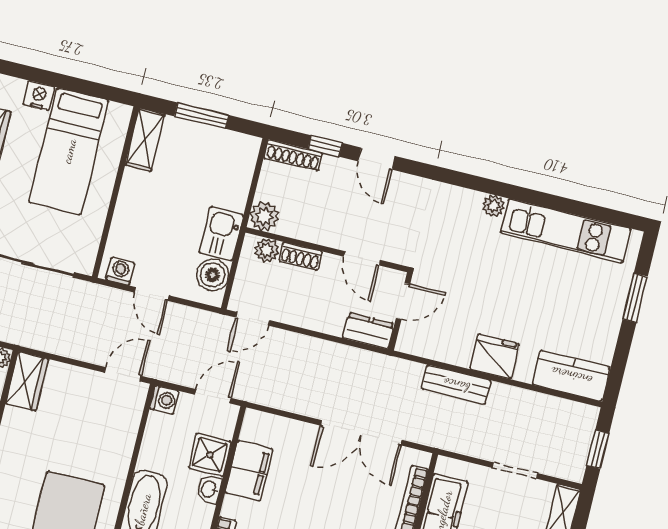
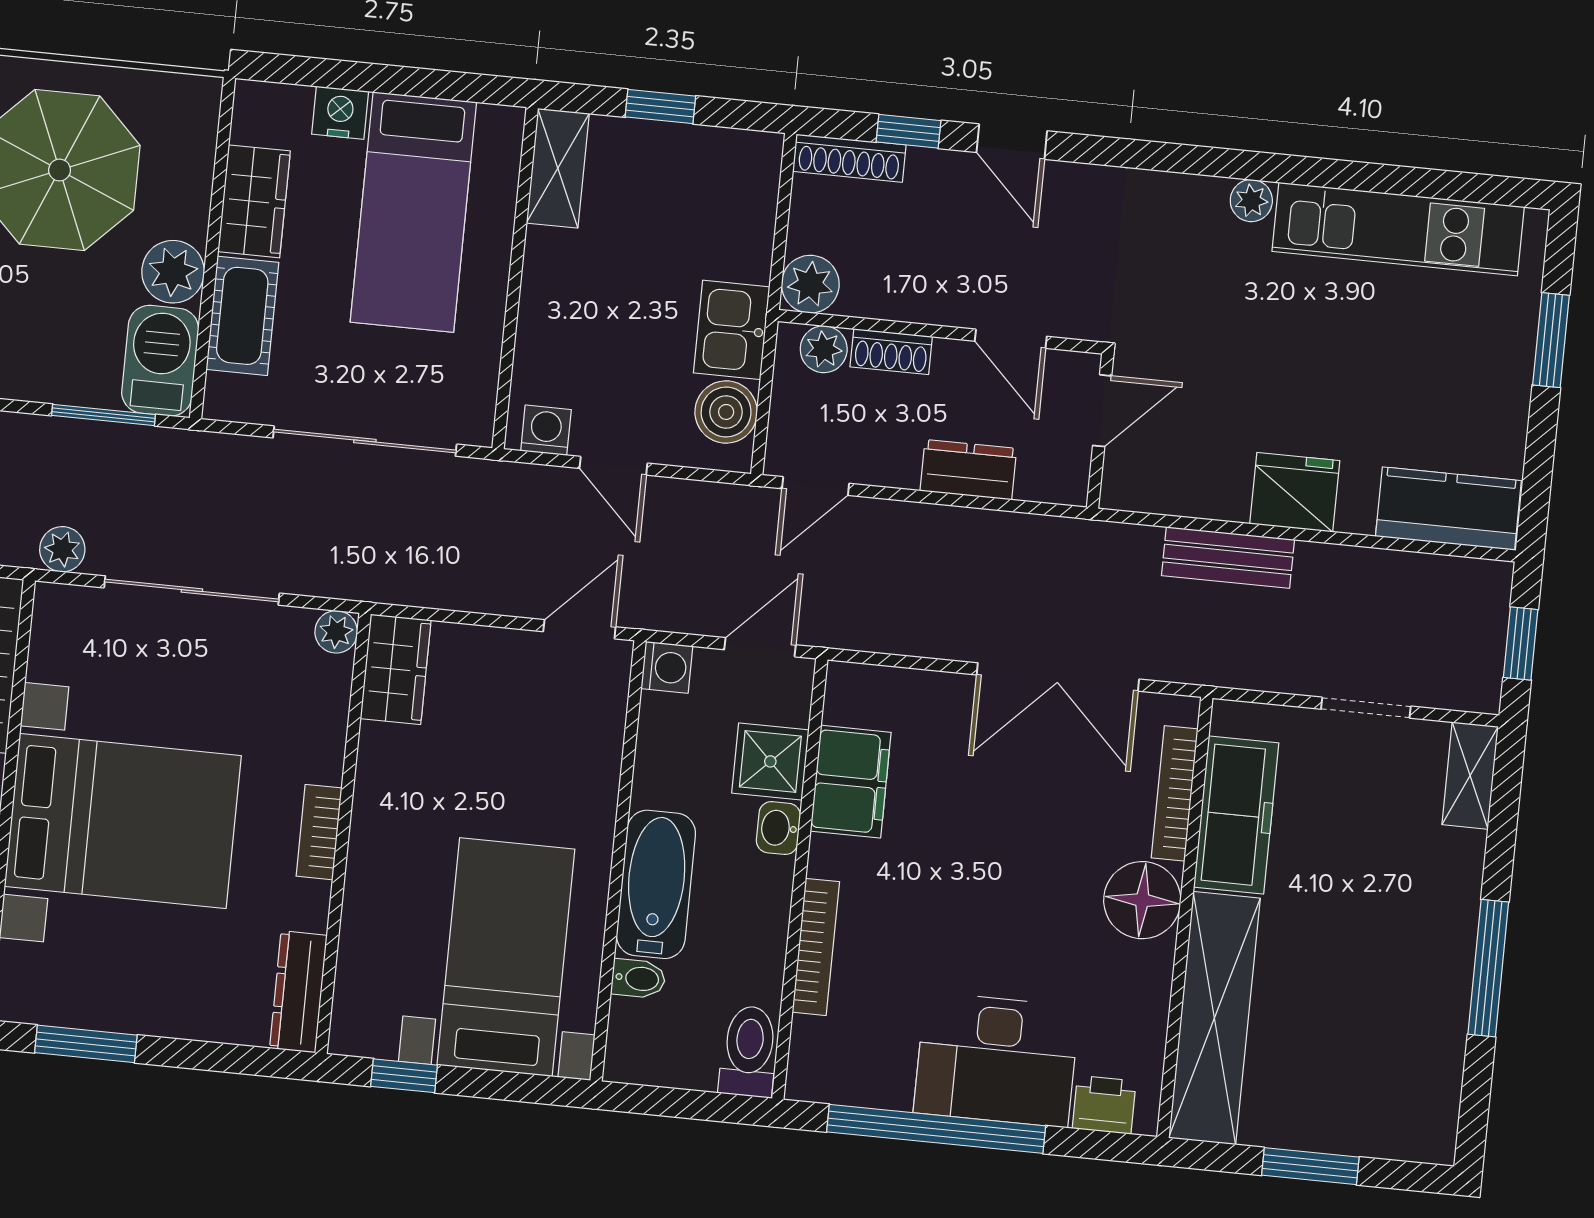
window: (201, 116) -> (660, 107), width x0.67
dresser: (369, 331) -> (968, 470), moved

